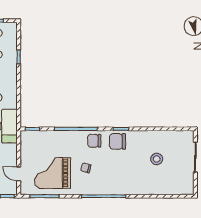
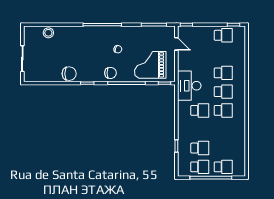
chair: (117, 141) -> (69, 74), moved
stool: (157, 159) -> (48, 33), moved
grand piano: (52, 173) -> (150, 65), moved, turned 180

